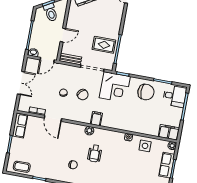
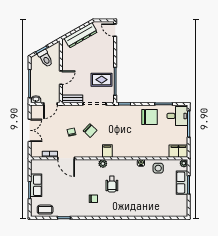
corner desk: (115, 87) -> (119, 118), removed
row of seats: (20, 125) -> (36, 185), moved

